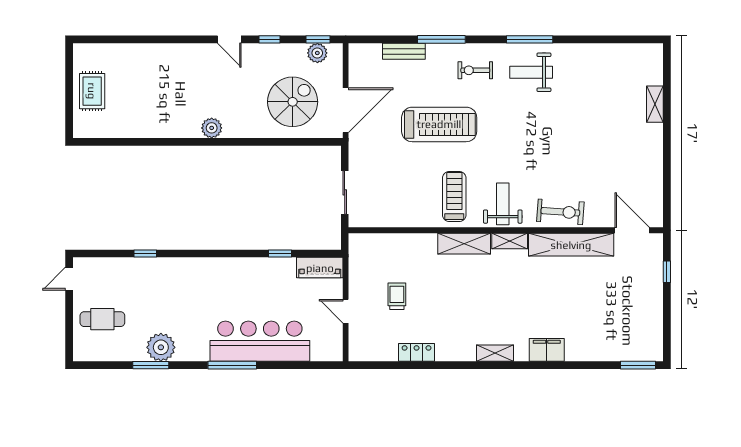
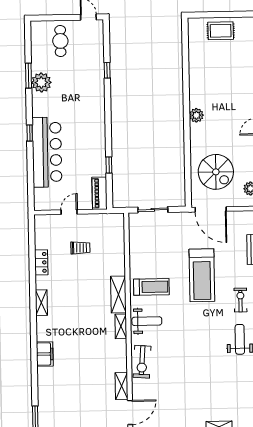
shelving: (571, 245) -> (121, 386), width x0.45, depth x0.75
shelving: (495, 353) -> (41, 303), moved
window: (232, 365) -> (30, 133), width x0.46

